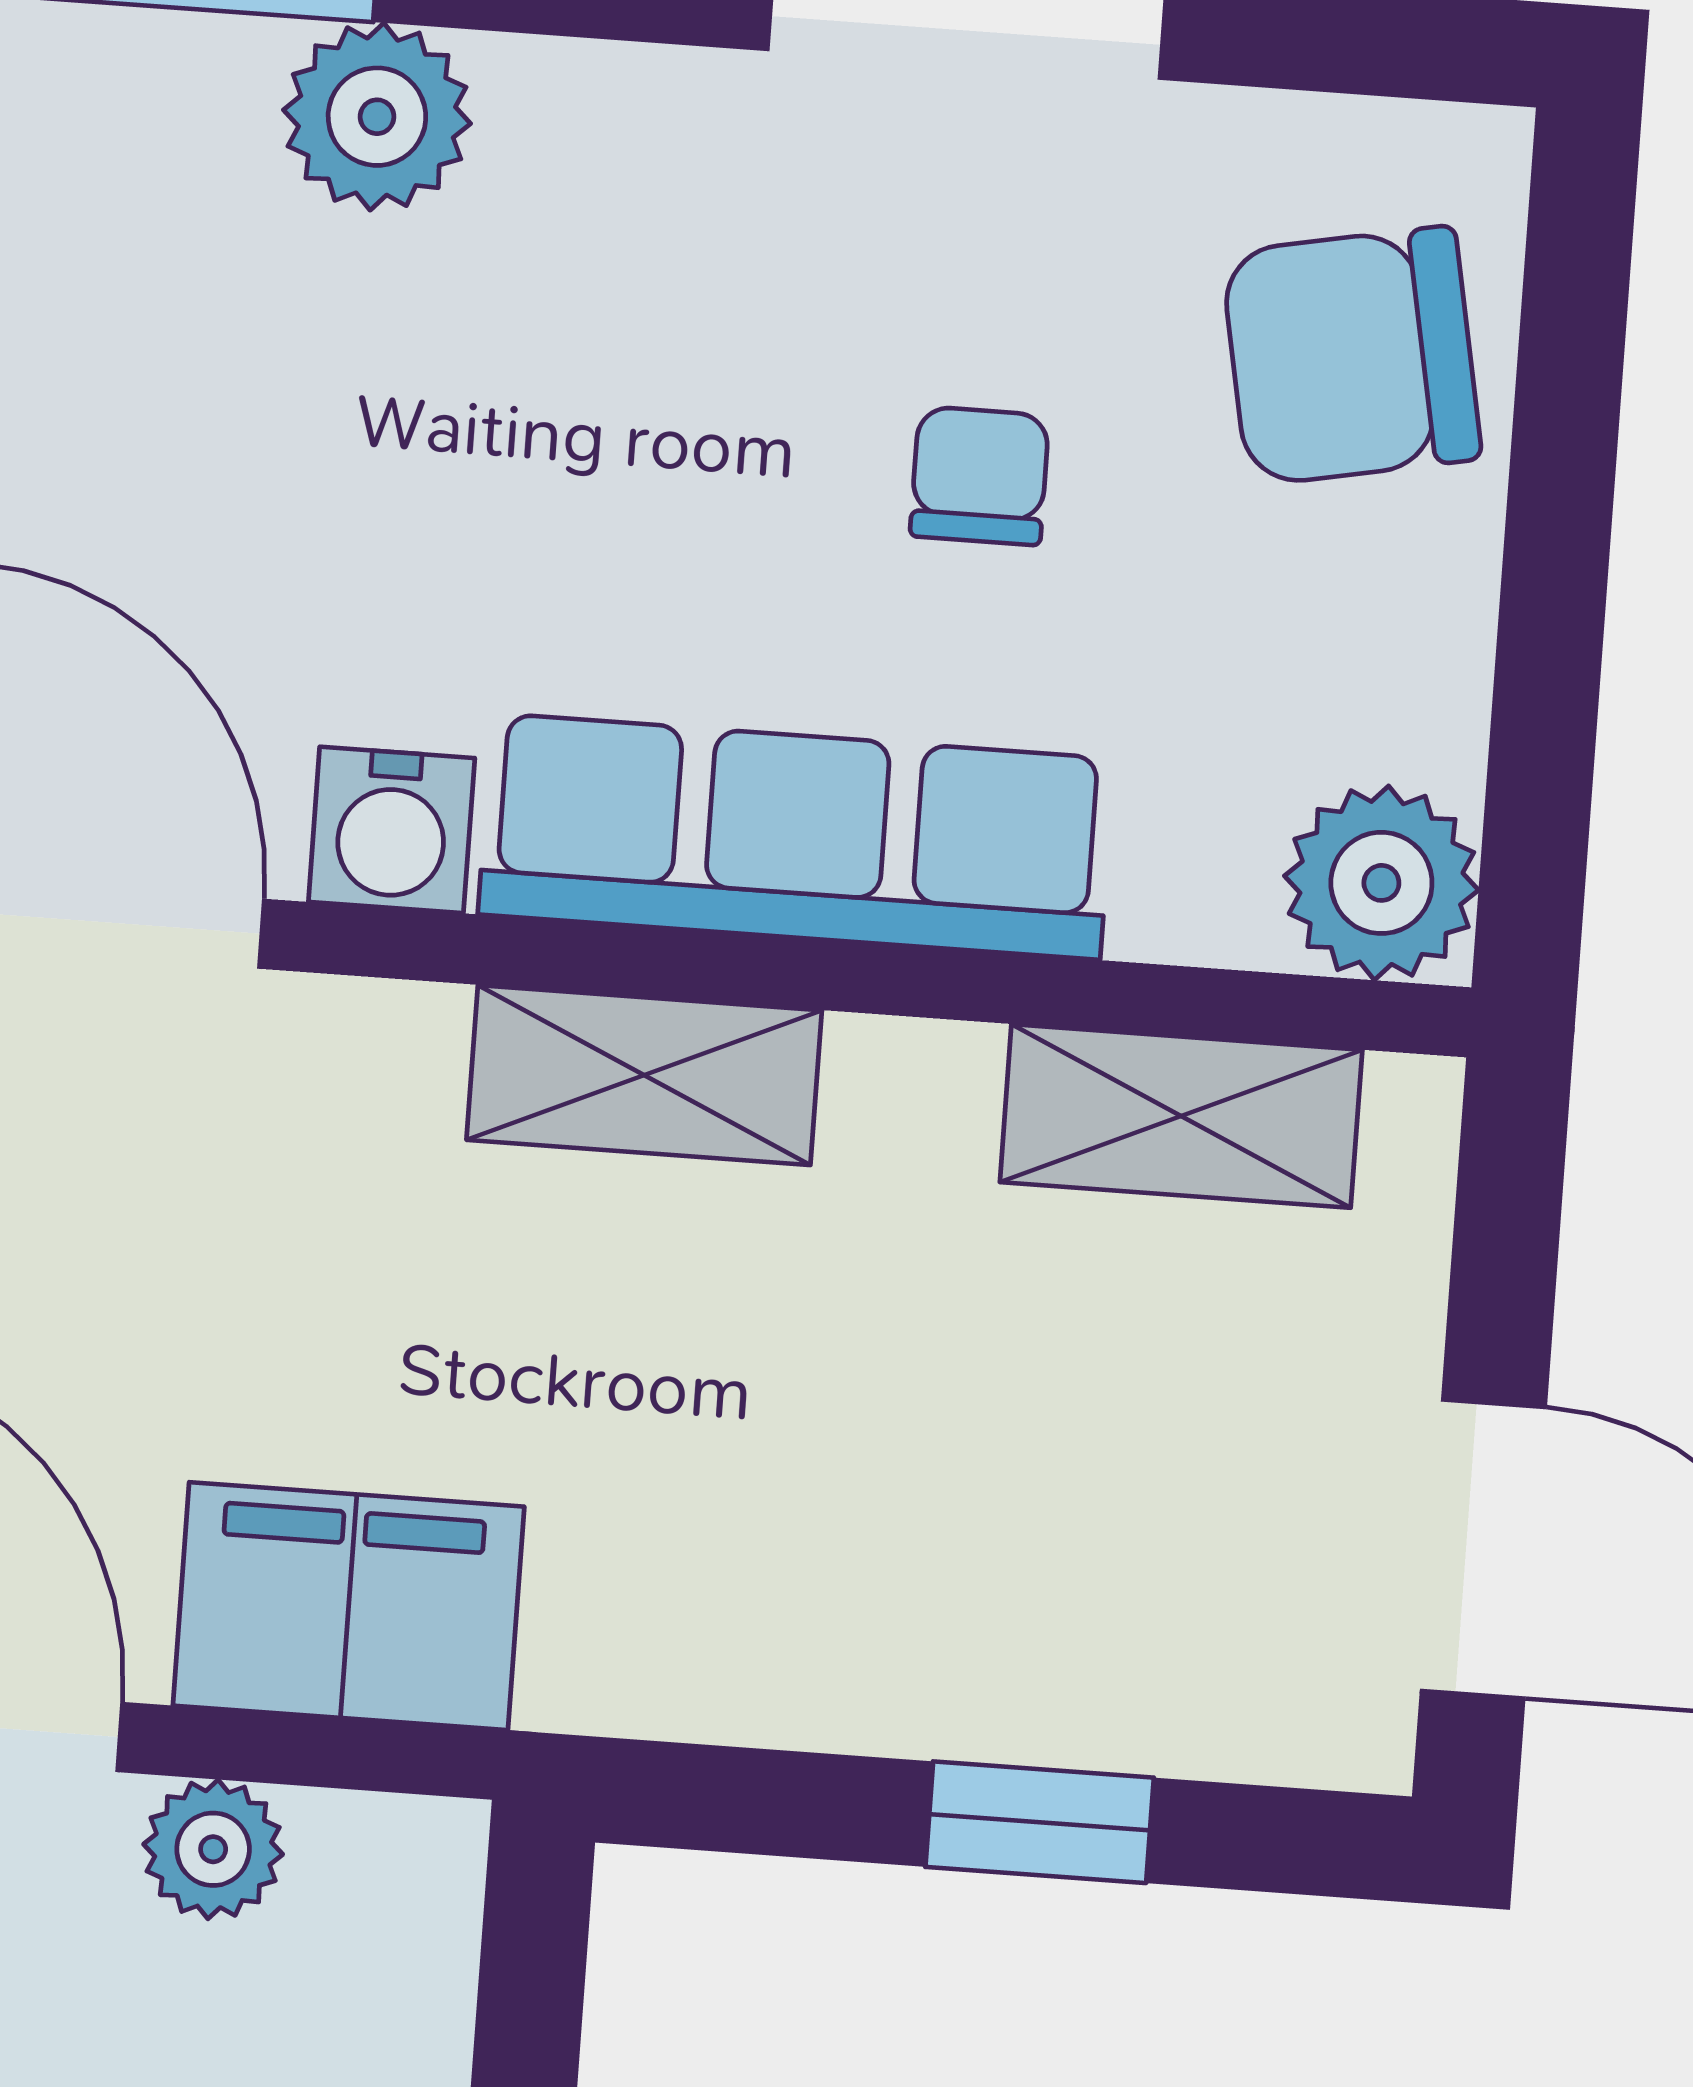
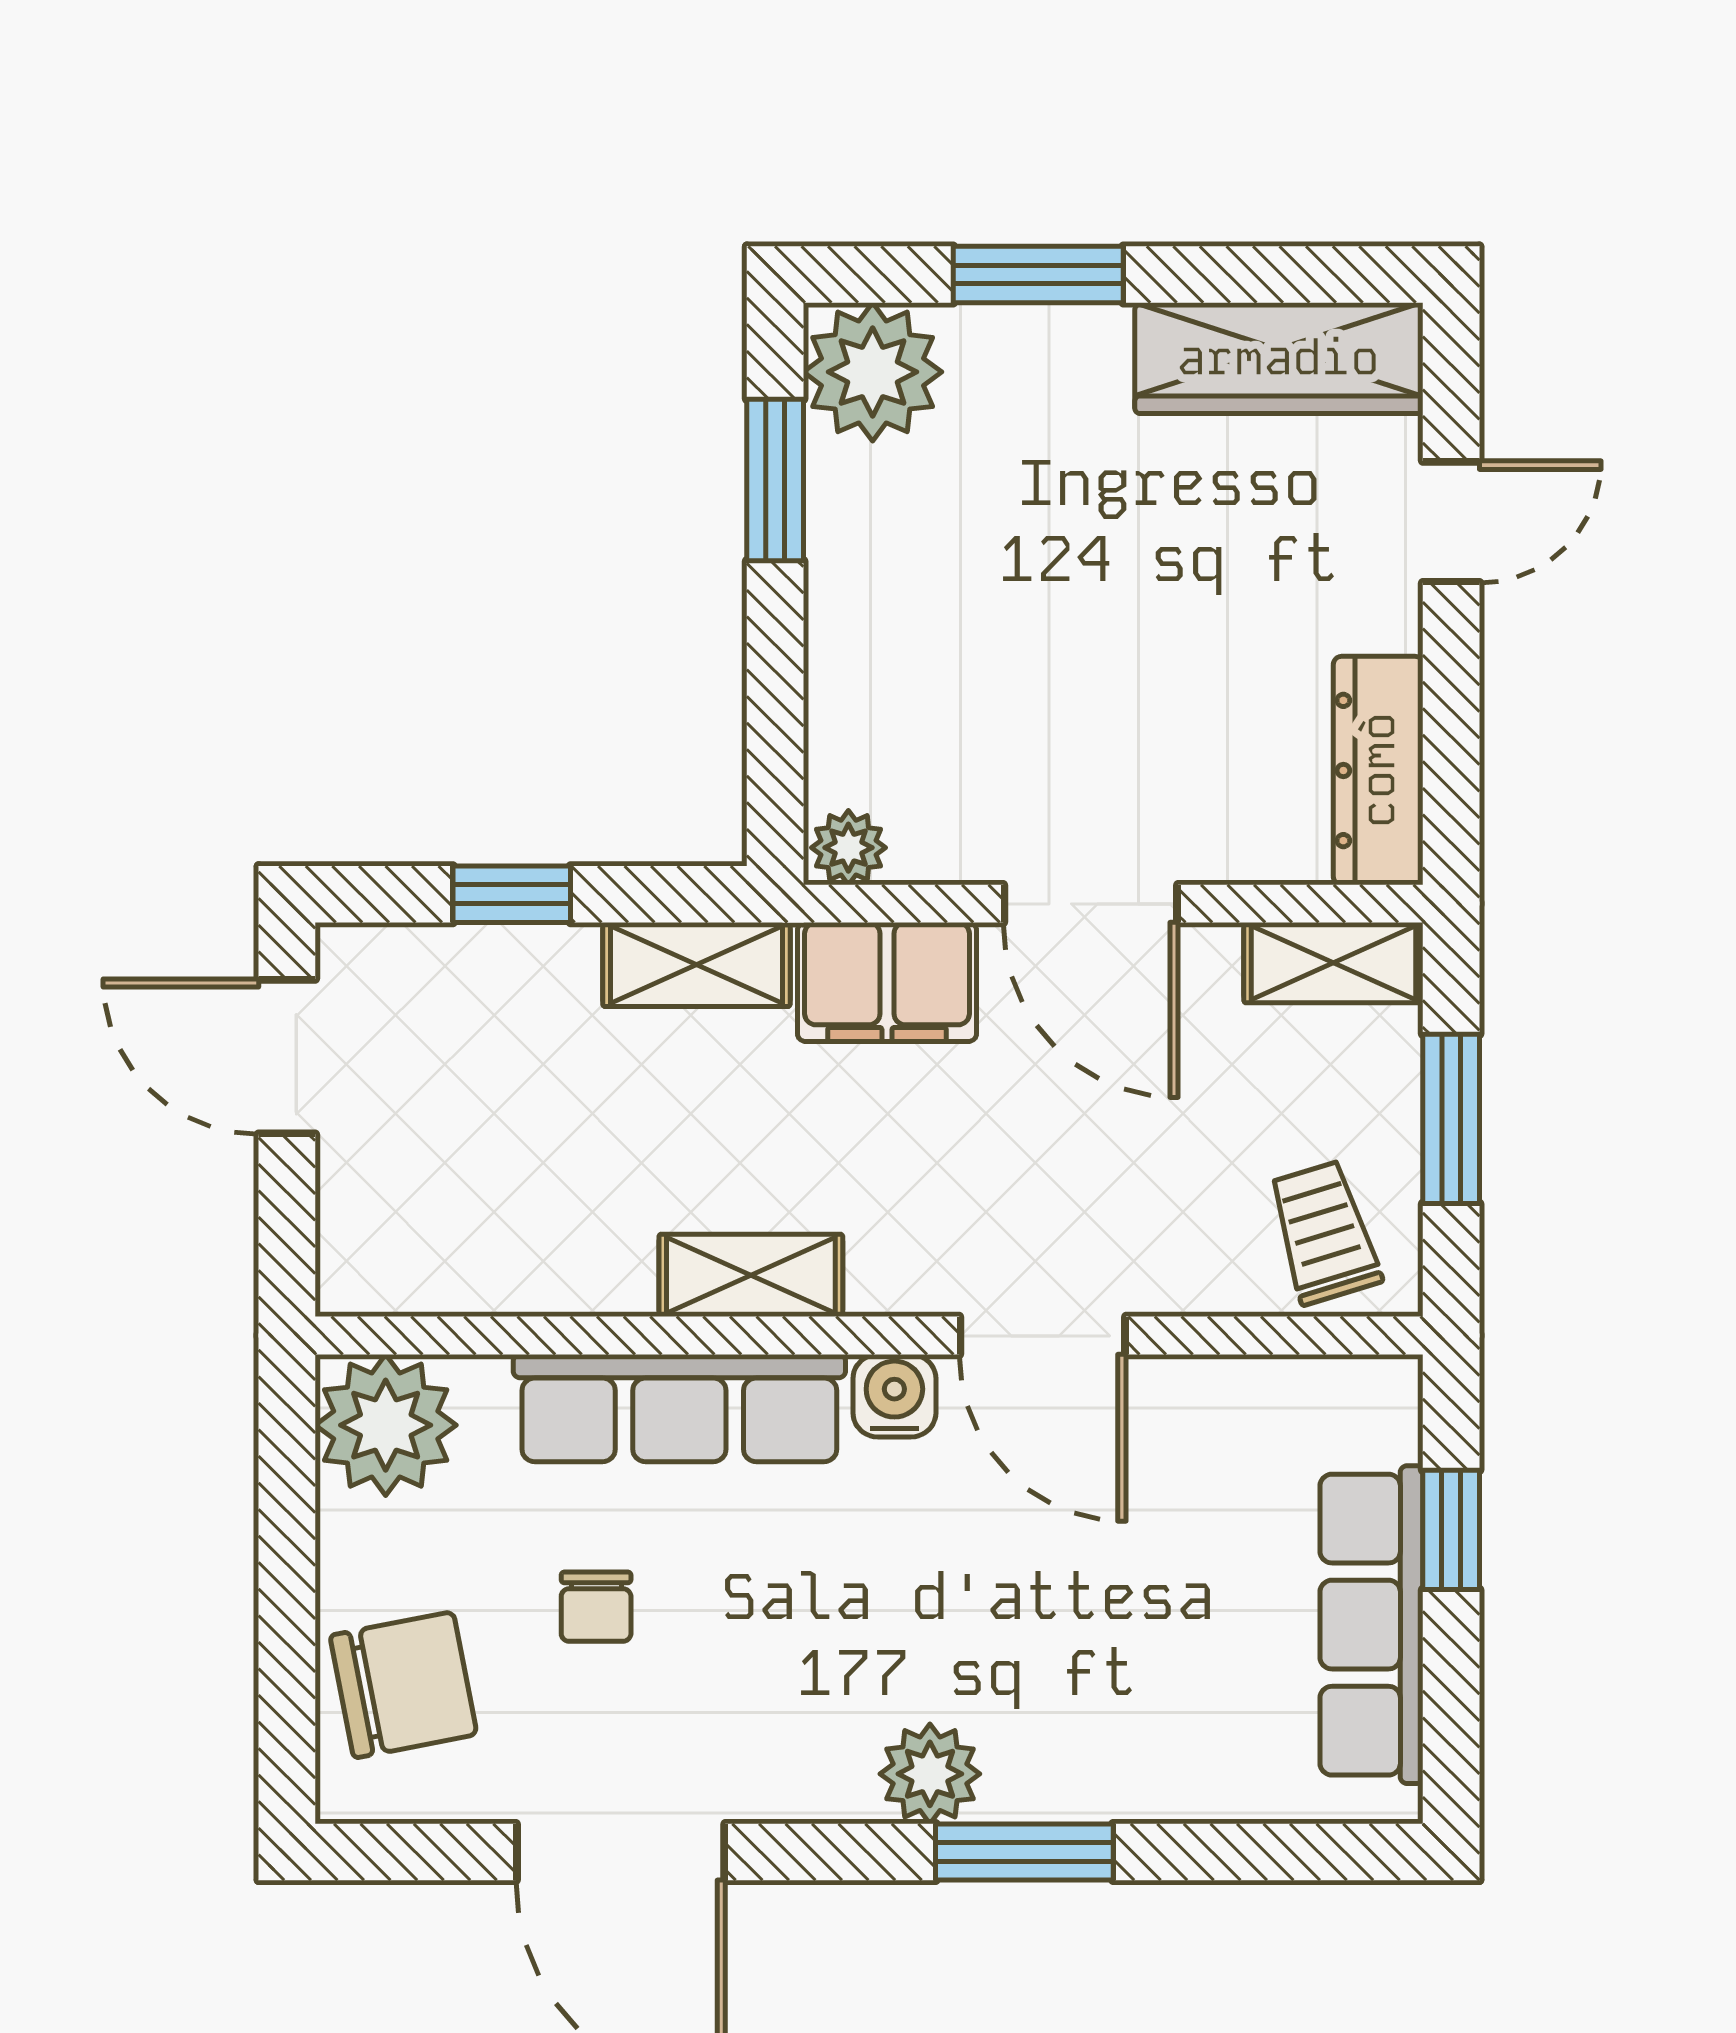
plant: (1381, 883) -> (386, 1425), width x1.36, depth x1.36
shelving: (1181, 1116) -> (696, 965), moved
plant: (213, 1849) -> (848, 848), moved

